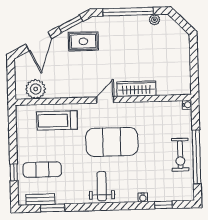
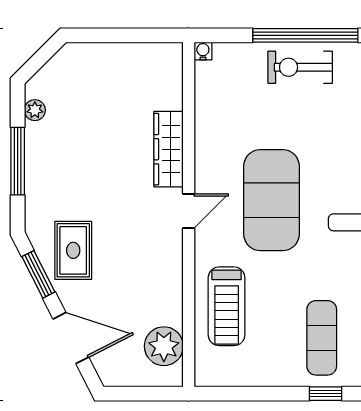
window: (128, 12) -> (18, 161), width x0.68
door: (105, 100) -> (189, 211), swing flipped
exercise bike: (180, 155) -> (300, 67), turned 180

